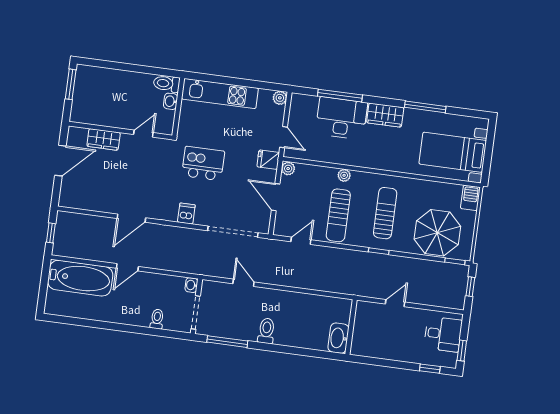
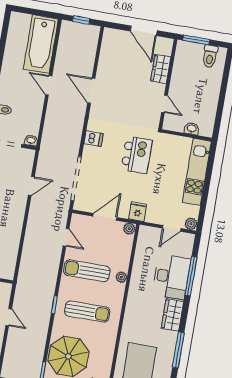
window: (71, 84) -> (196, 40), moved
toilet: (167, 84) -> (210, 56), moved, turned 180
door: (284, 137) -> (172, 228), moved

